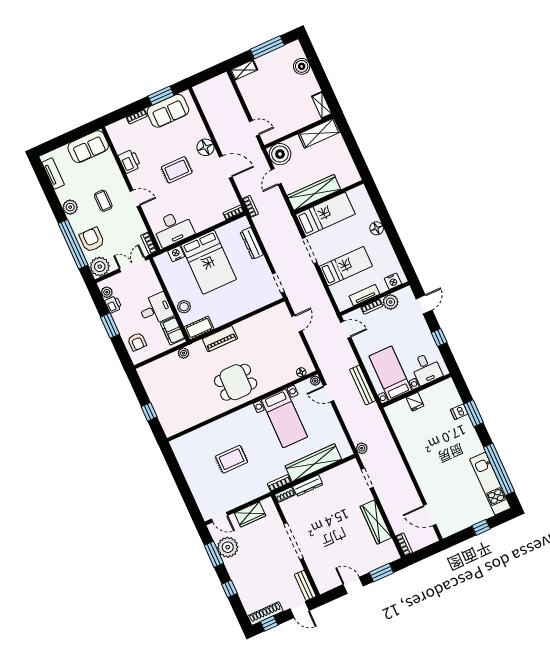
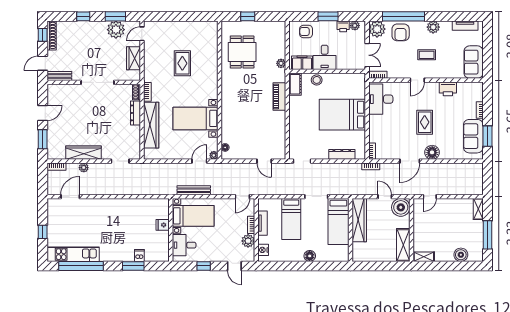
armchair: (92, 240) -> (401, 32), turned 90
nightstand: (176, 254) -> (360, 92), removed
dining table: (236, 382) -> (242, 52), moved
plant: (362, 448) -> (84, 168), moved

